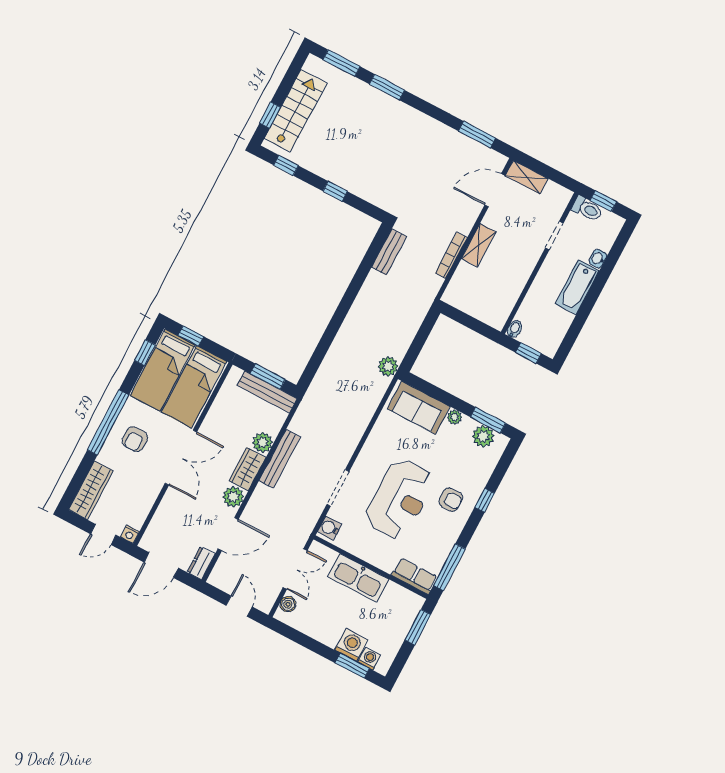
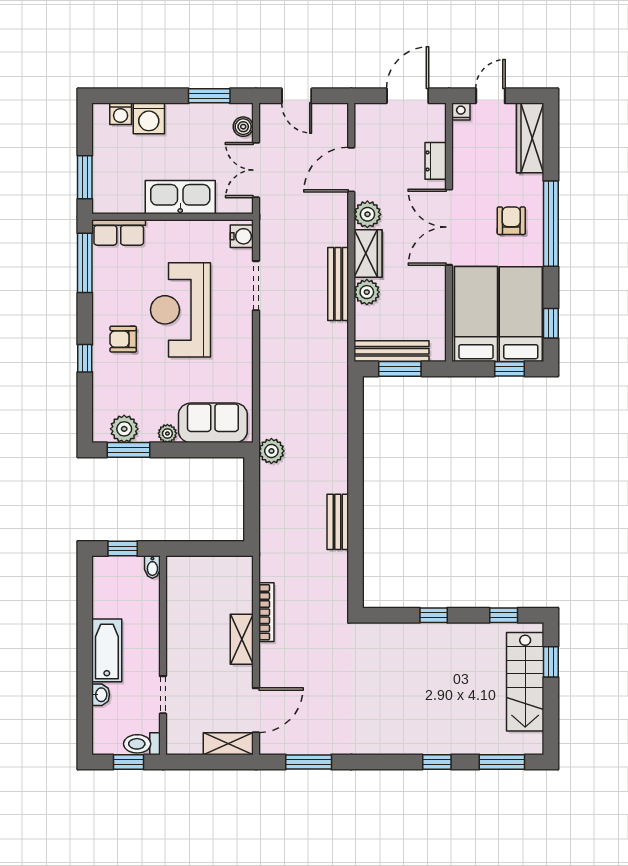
window: (387, 87) -> (437, 762), width x0.67
bench: (389, 252) -> (338, 522), moved
dresser: (201, 563) -> (436, 161), moved, turned 180
window: (352, 666) -> (209, 96), moved

